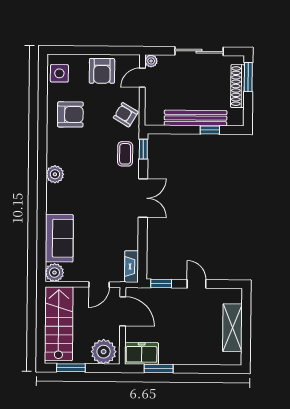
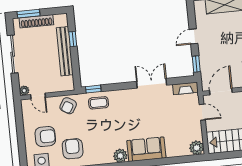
armchair: (102, 71) -> (45, 137), moved
double door: (143, 198) -> (152, 83), moved
sofa: (59, 238) -> (146, 149), moved

